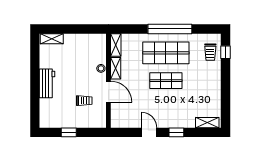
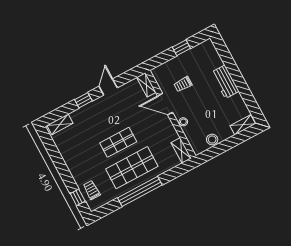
stool: (85, 40) -> (212, 139), added
shelving: (116, 68) -> (146, 85), moved
door: (149, 132) -> (108, 87), swing flipped

